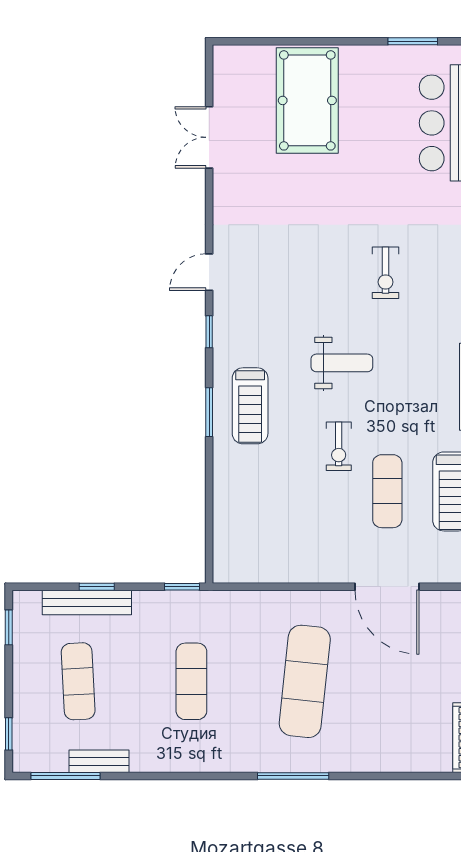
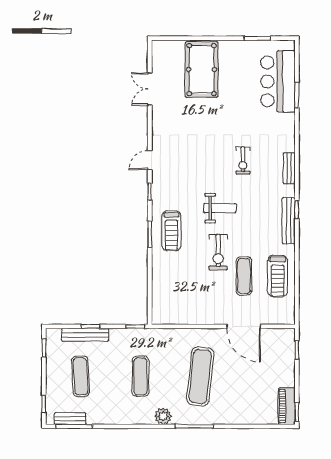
exercise bike: (339, 446) -> (218, 252), width x1.38, depth x1.39
plant: (234, 757) -> (163, 416), added
bench: (99, 761) -> (70, 419), moved

